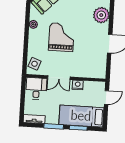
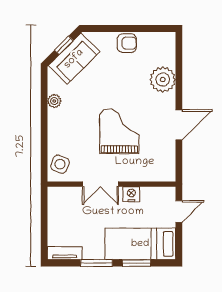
grand piano: (61, 37) -> (119, 131), moved
desk: (36, 89) -> (65, 204), removed

